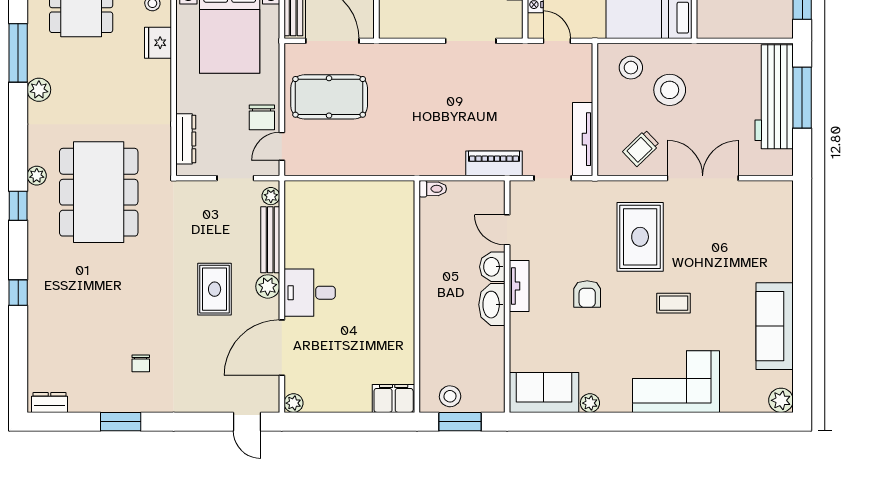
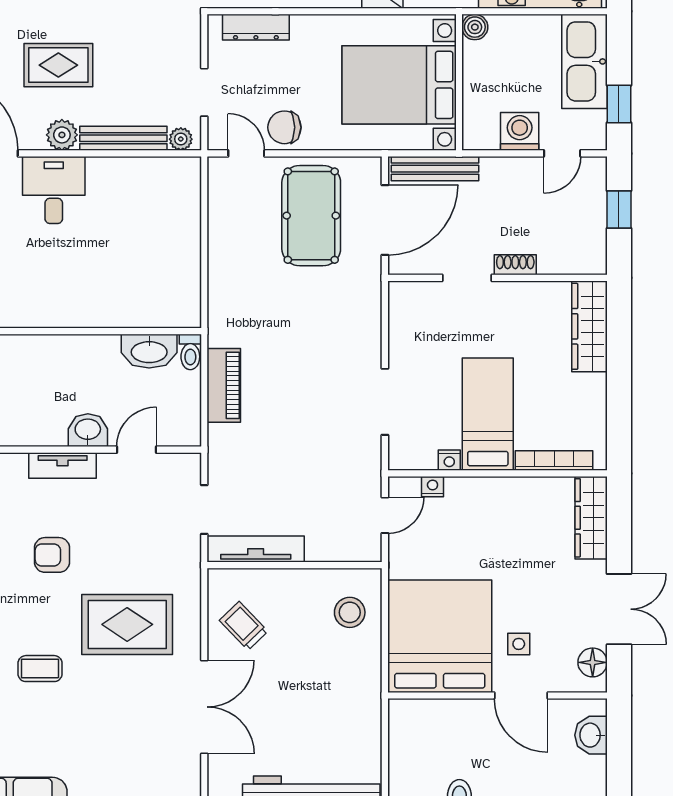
stool: (670, 90) -> (320, 663), removed
piano: (494, 163) -> (224, 385), moved
coffee table: (674, 303) -> (40, 669), turned 90
washbasin: (492, 305) -> (149, 351), moved, turned 180

